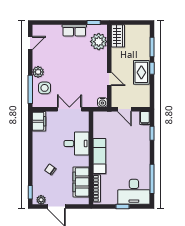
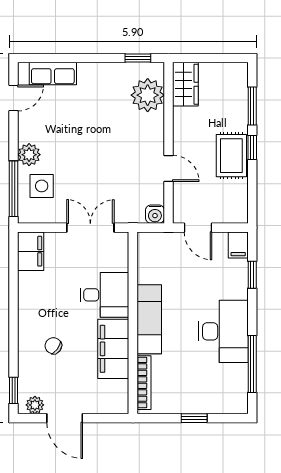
row of seats: (74, 30) -> (53, 74), moved
filing cabinet: (81, 182) -> (113, 349), moved
desk: (134, 192) -> (223, 331), moved, turned -90

